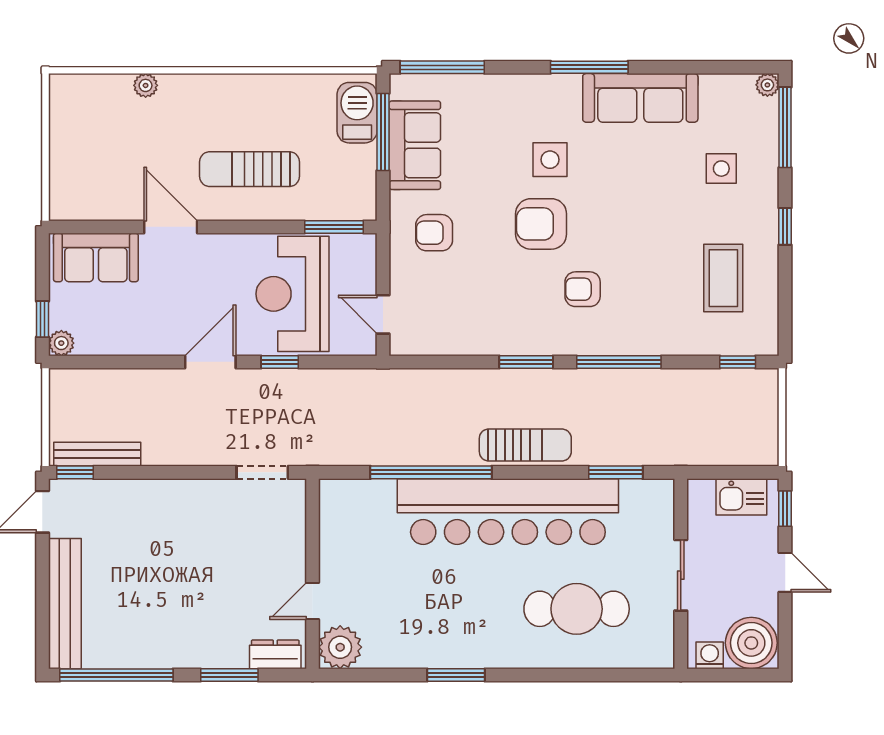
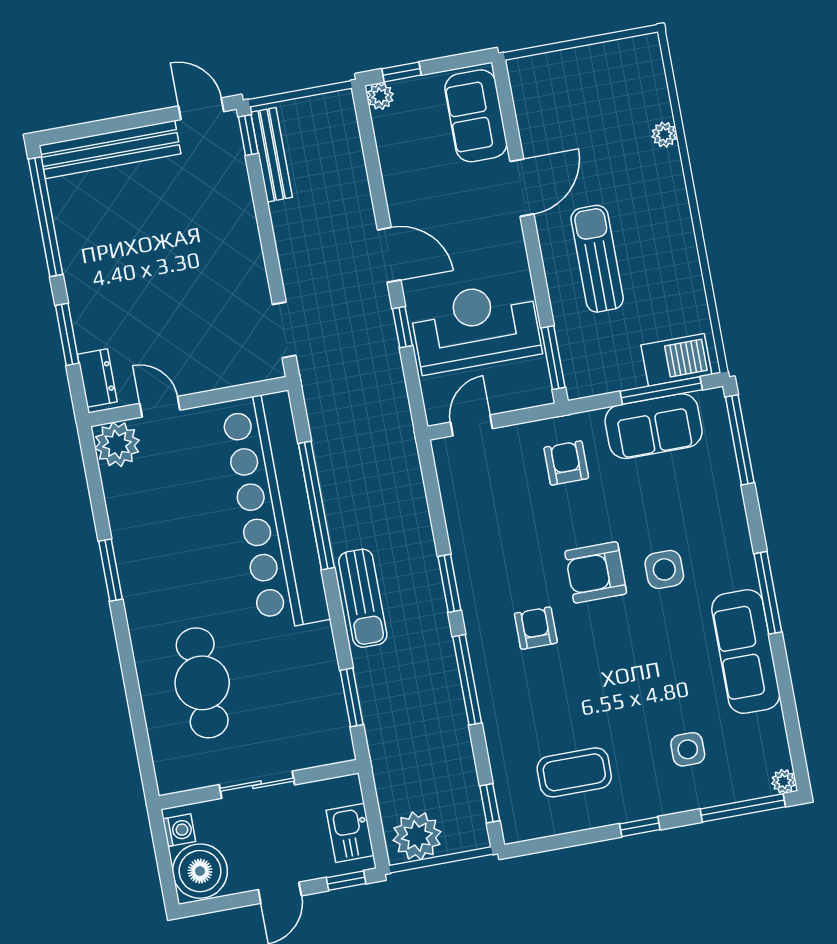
armchair: (541, 224) -> (596, 572), turned -90
plant: (756, 435) -> (417, 836), added
bar counter: (508, 512) -> (275, 511), moved

